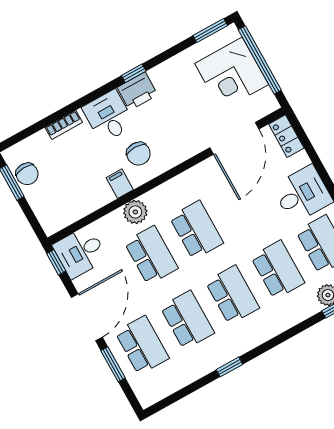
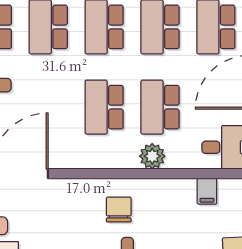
filing cabinet: (120, 184) -> (207, 191), moved

